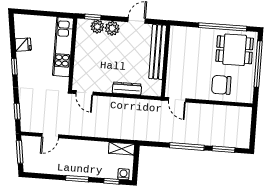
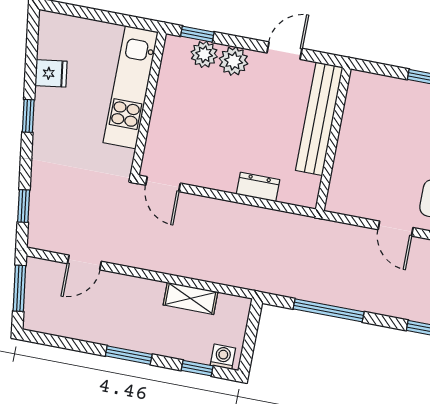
dresser: (127, 88) -> (258, 187), width x0.70
door: (177, 100) -> (396, 229), moved
window: (187, 147) -> (329, 310), moved
shelving: (122, 149) -> (191, 298), moved

